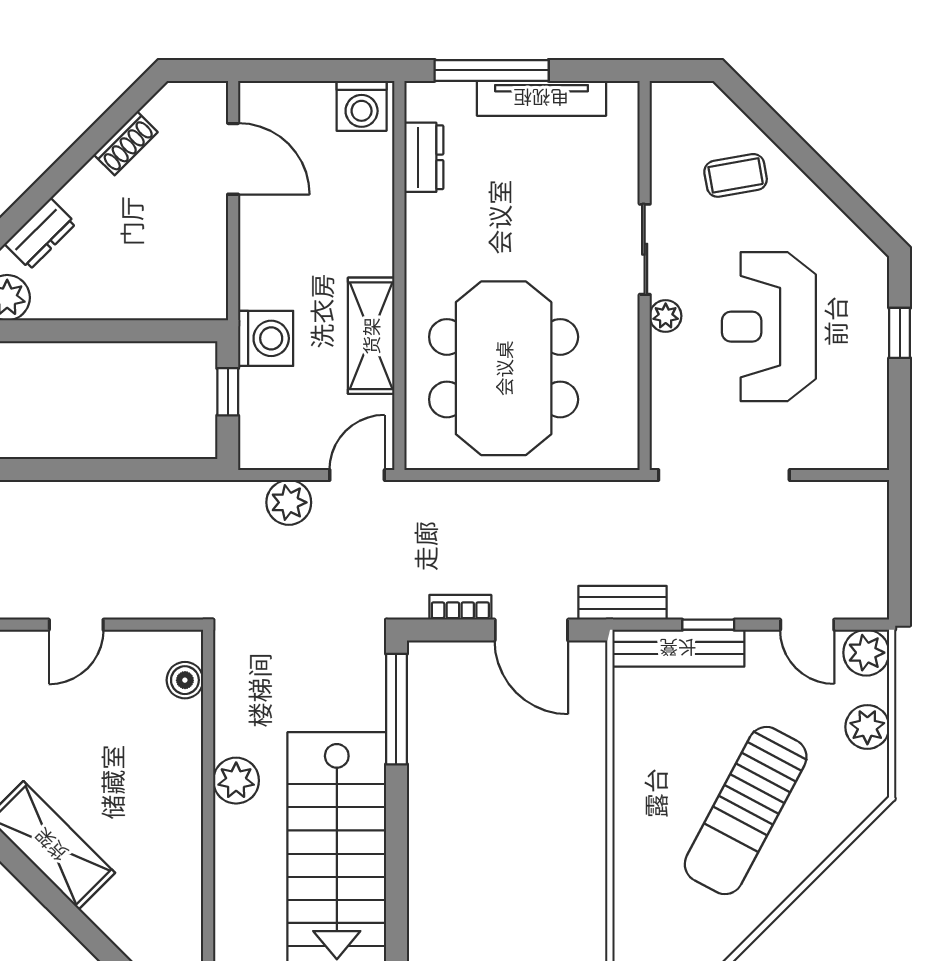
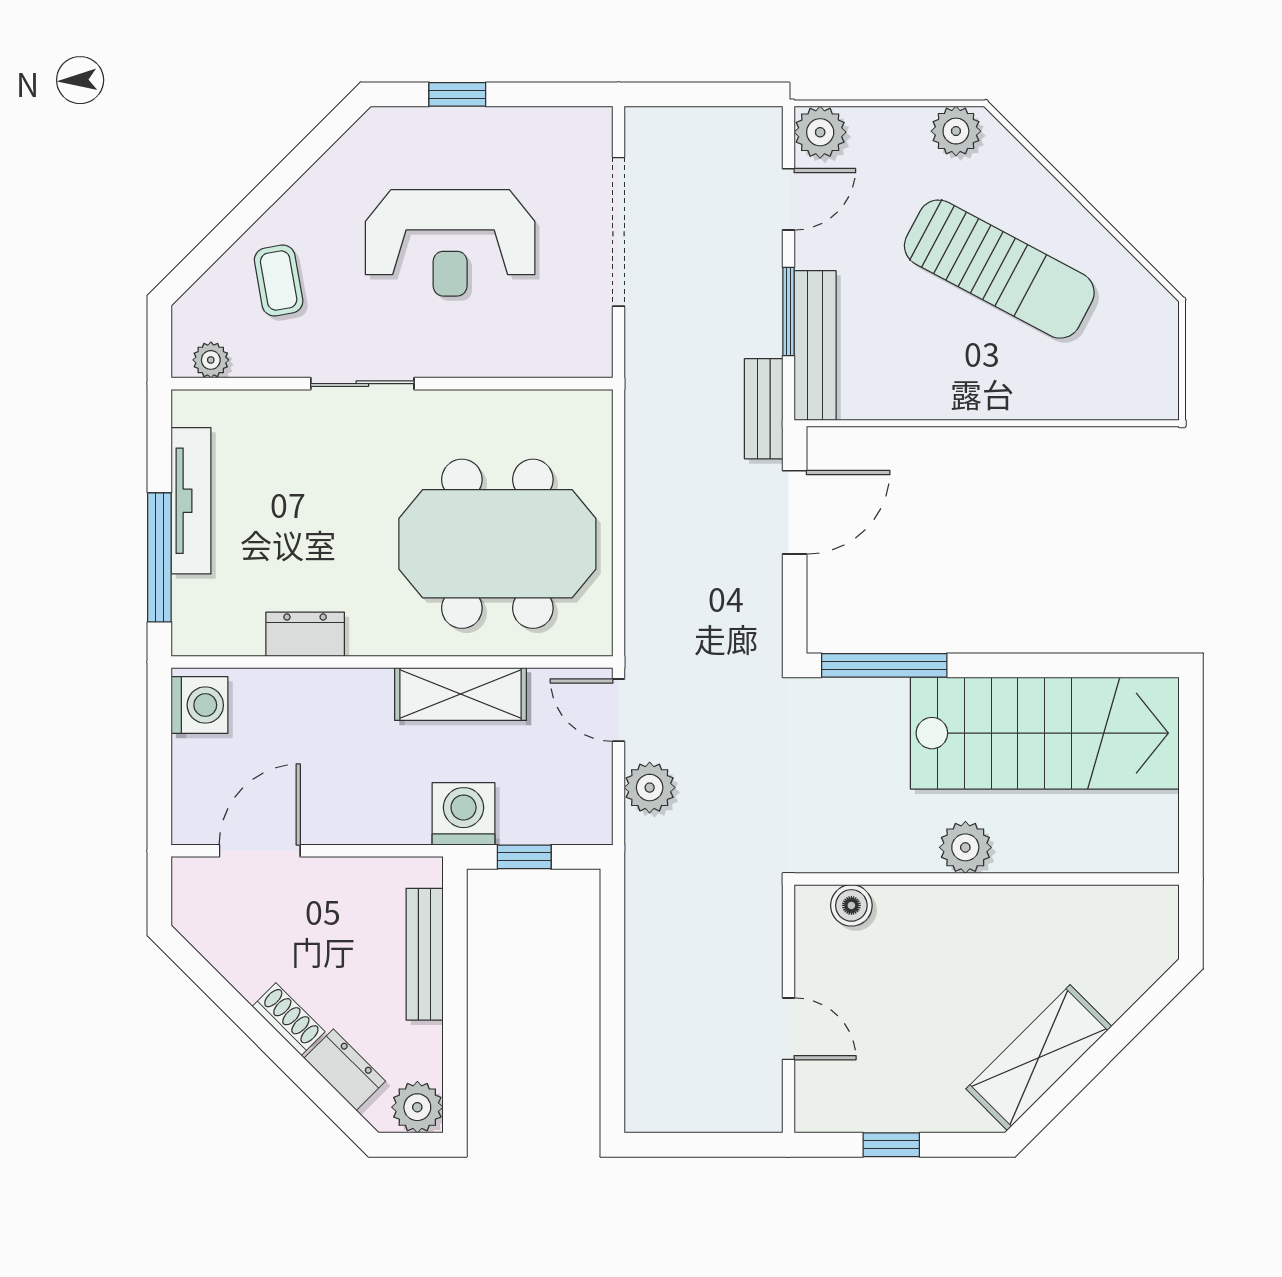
shoe rack: (126, 143) -> (289, 1019), moved
dresser: (424, 157) -> (305, 634), moved
bench: (142, 304) -> (425, 954), added
plant: (666, 316) -> (211, 360), moved
doorway: (724, 475) -> (619, 232), moved
bookcase: (460, 607) -> (769, 593), removed
window: (708, 625) -> (788, 312), width x1.50
plant: (867, 727) -> (956, 131), moved

